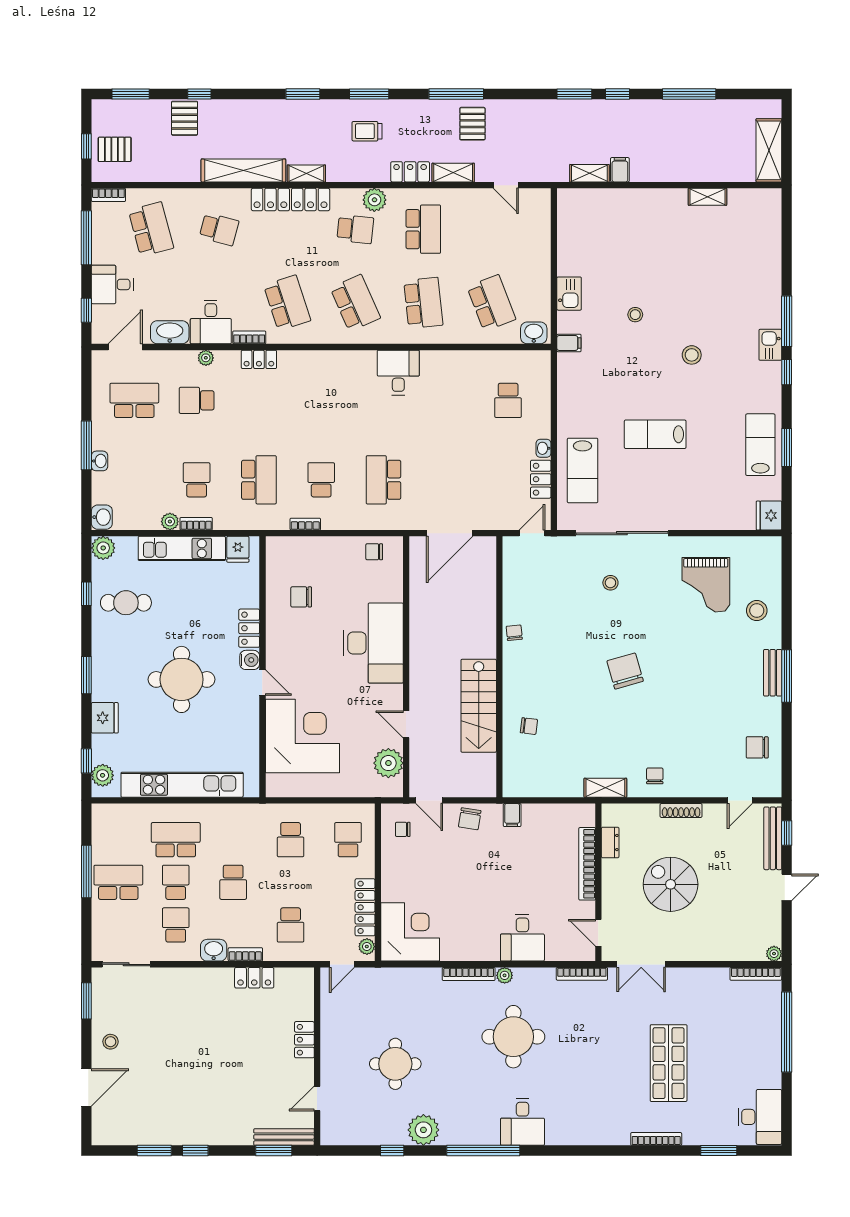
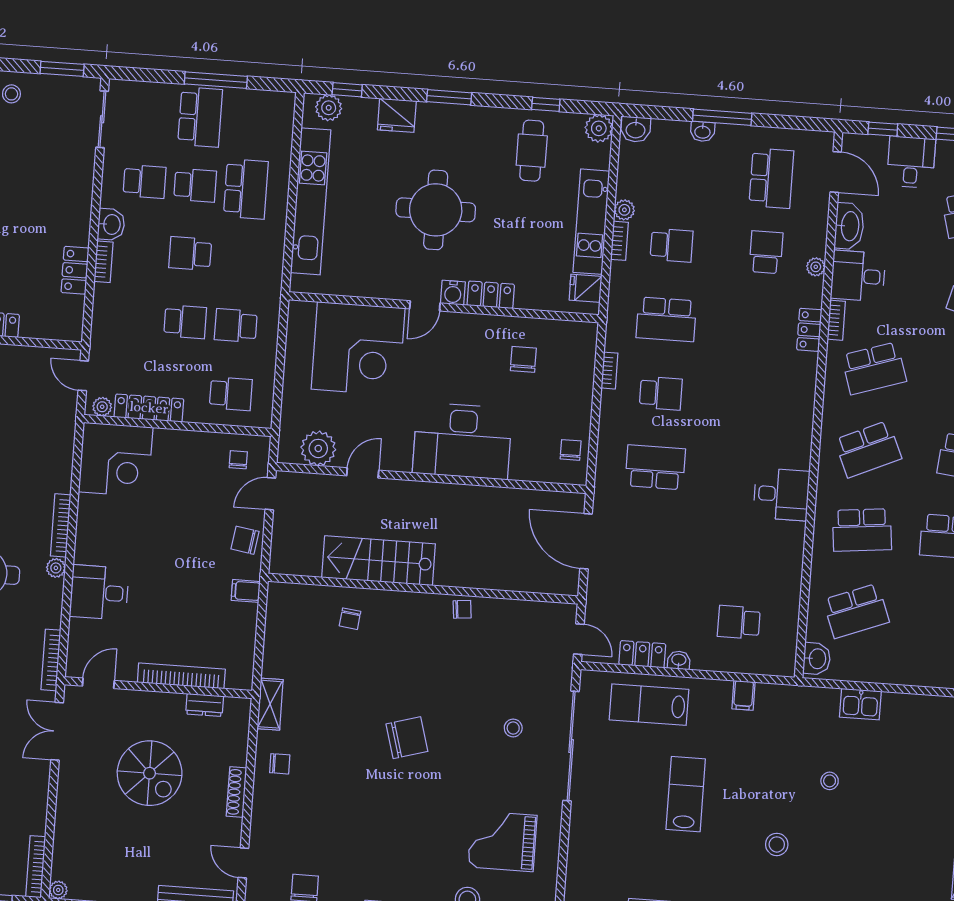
filing cabinet: (569, 343) -> (743, 695), moved
spiral stairs: (671, 884) -> (150, 773), turned 90
school desk: (291, 925) -> (185, 322), moved, turned 180

